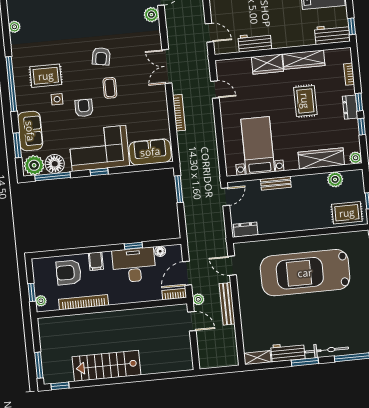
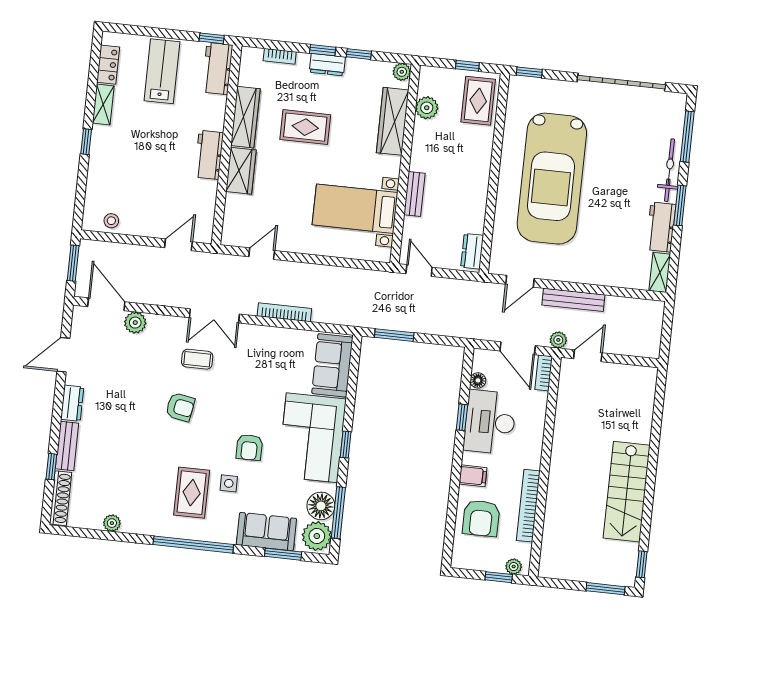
workbench: (255, 42) -> (209, 155), moved
coffee table: (110, 88) -> (197, 359), moved
armchair: (84, 108) -> (249, 447), turned -90

